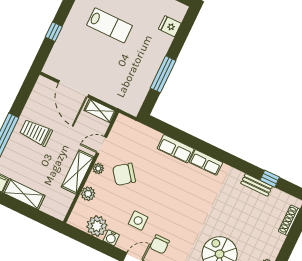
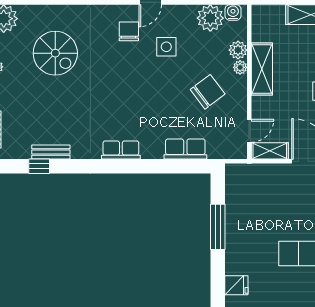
door: (101, 145) -> (249, 131), moved
row of seats: (176, 149) -> (185, 149), moved
plant: (98, 168) -> (240, 67), moved
water cooler: (111, 238) -> (233, 12), moved

